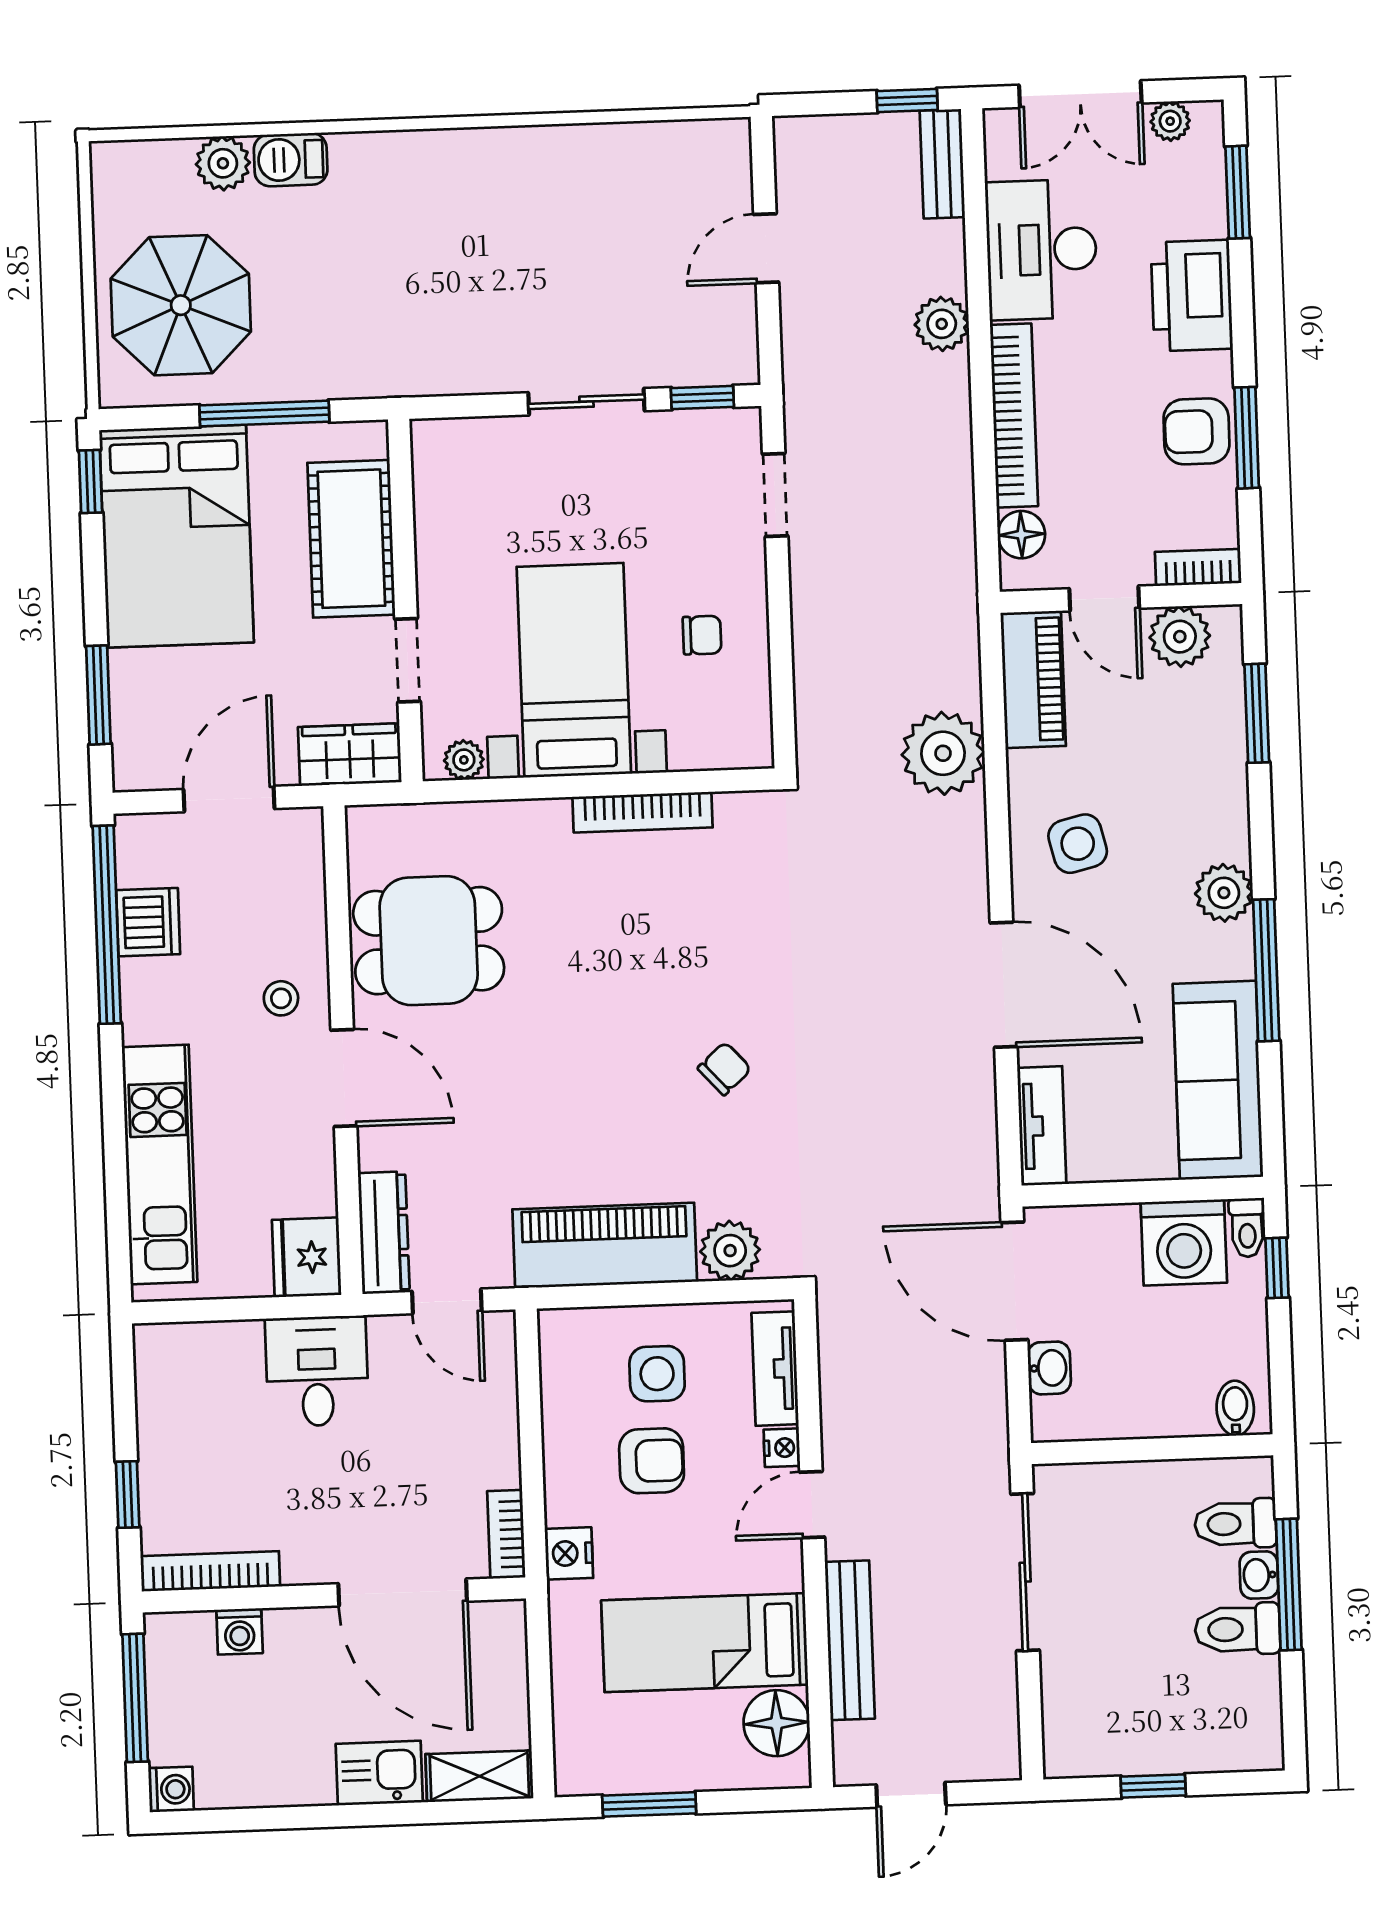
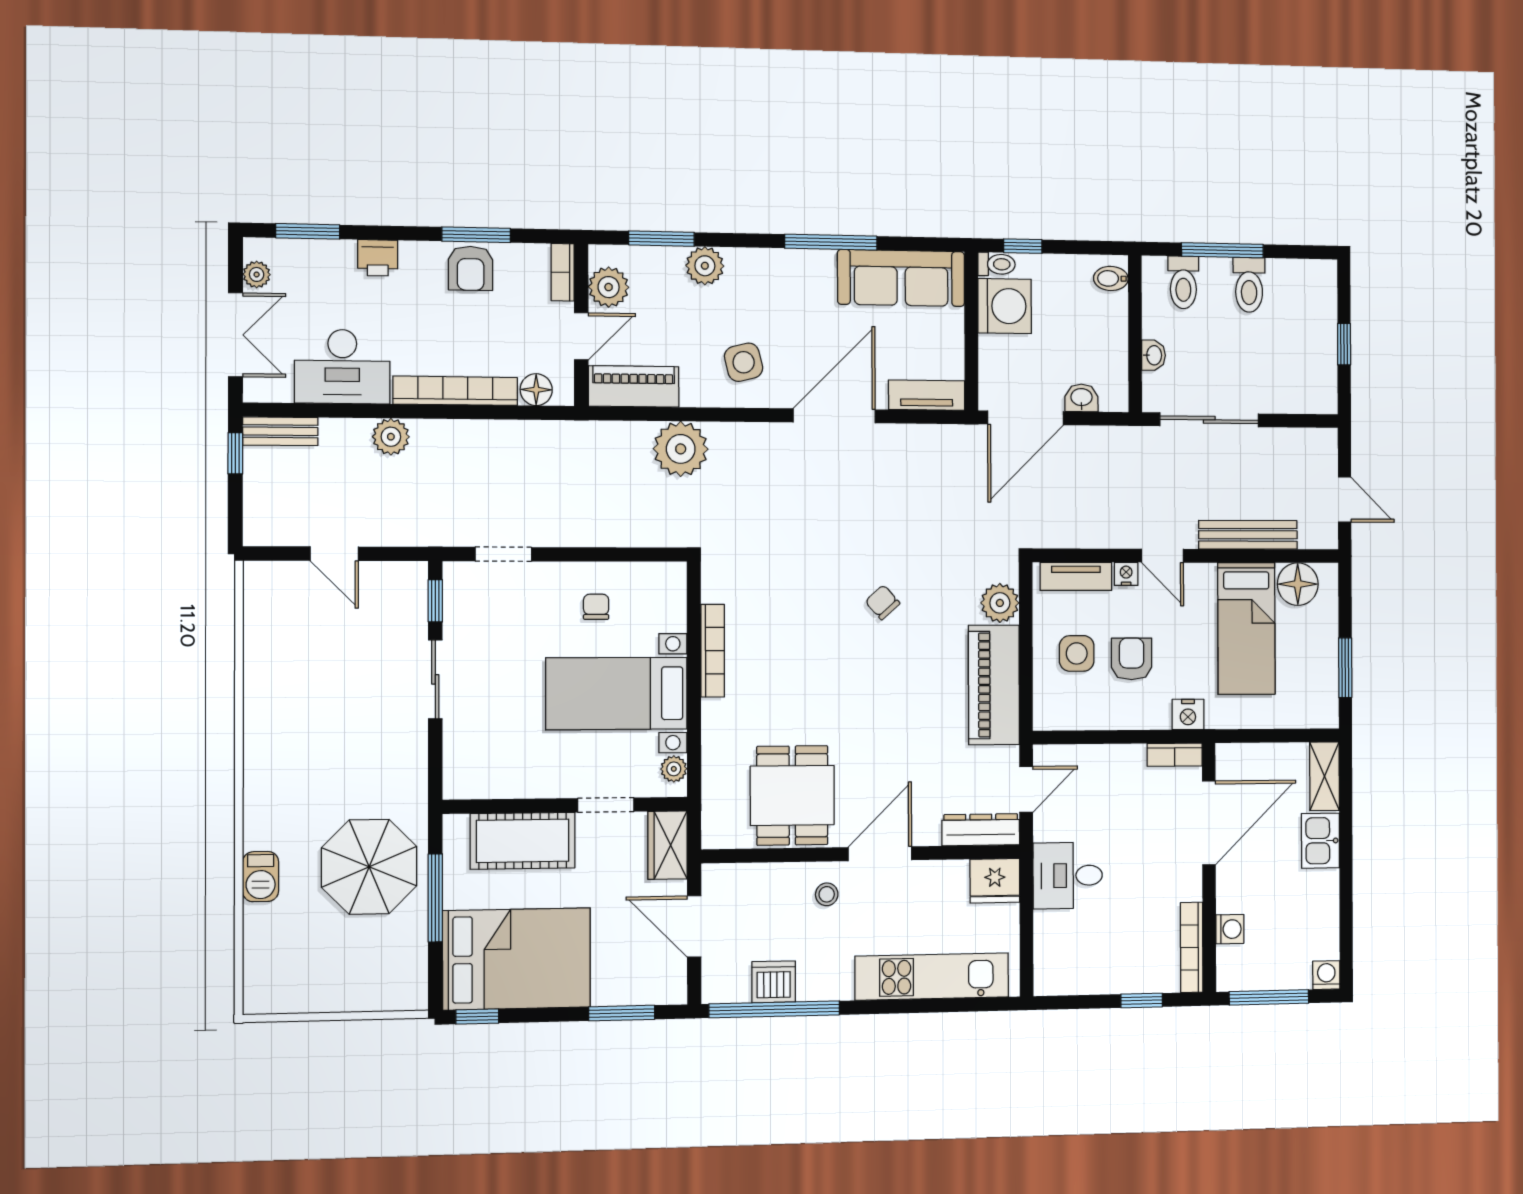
plant: (223, 163) -> (261, 923), removed
printer: (1192, 296) -> (378, 258), width x0.53, depth x0.68
parasol: (181, 305) -> (369, 867), moved
plant: (1224, 893) -> (705, 266), moved
washbasin: (1259, 1575) -> (1153, 355), moved, turned -90

